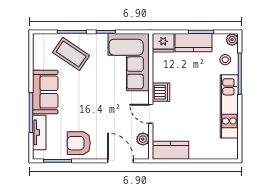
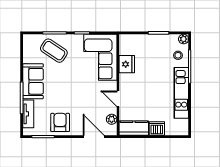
fridge: (163, 43) -> (127, 64), moved, turned -90
kitchen counter: (194, 43) -> (152, 42), removed
dishwasher: (161, 92) -> (157, 129), moved, turned -90
armchair: (79, 143) -> (60, 122), turned 90

